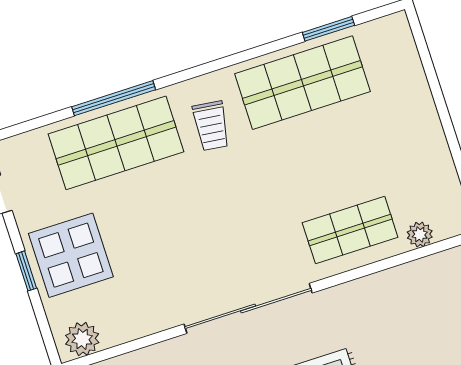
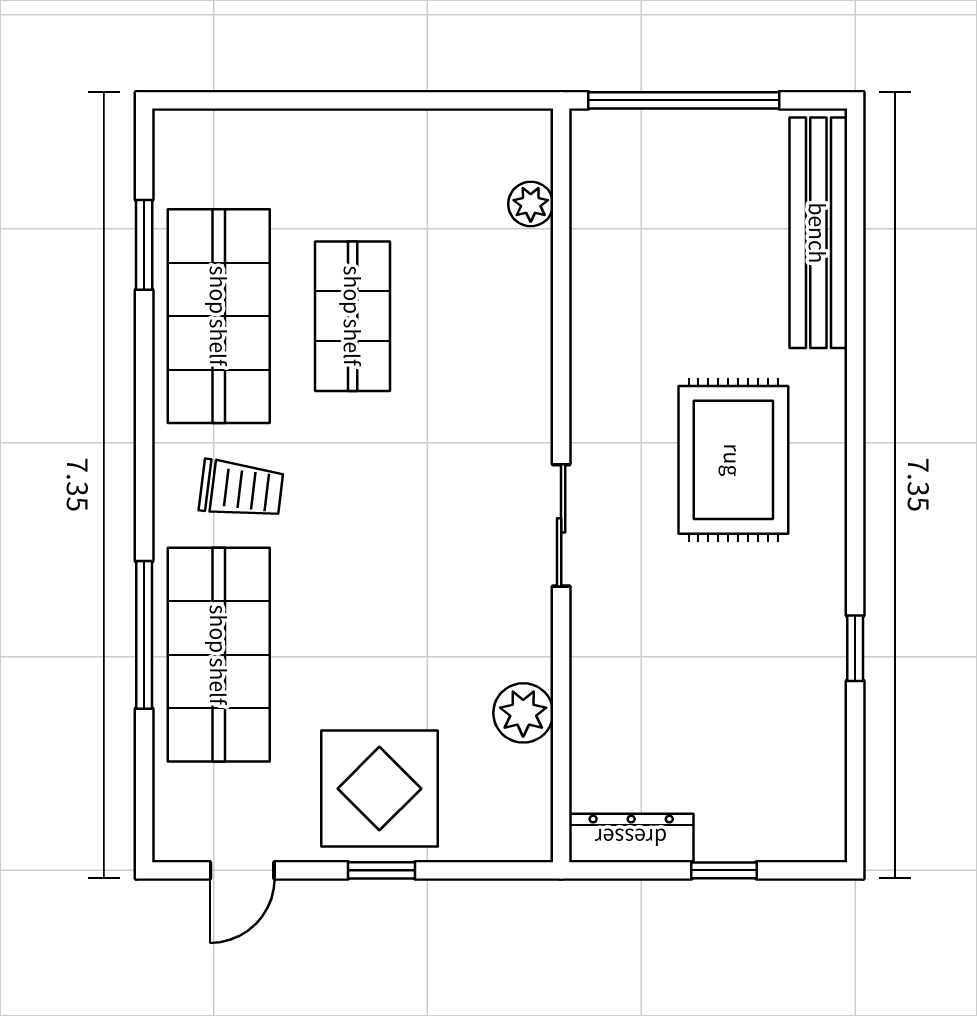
shop shelf: (350, 230) -> (353, 316), moved
sliding door: (248, 308) -> (561, 525), width x0.54
plant: (82, 339) -> (523, 713), moved

